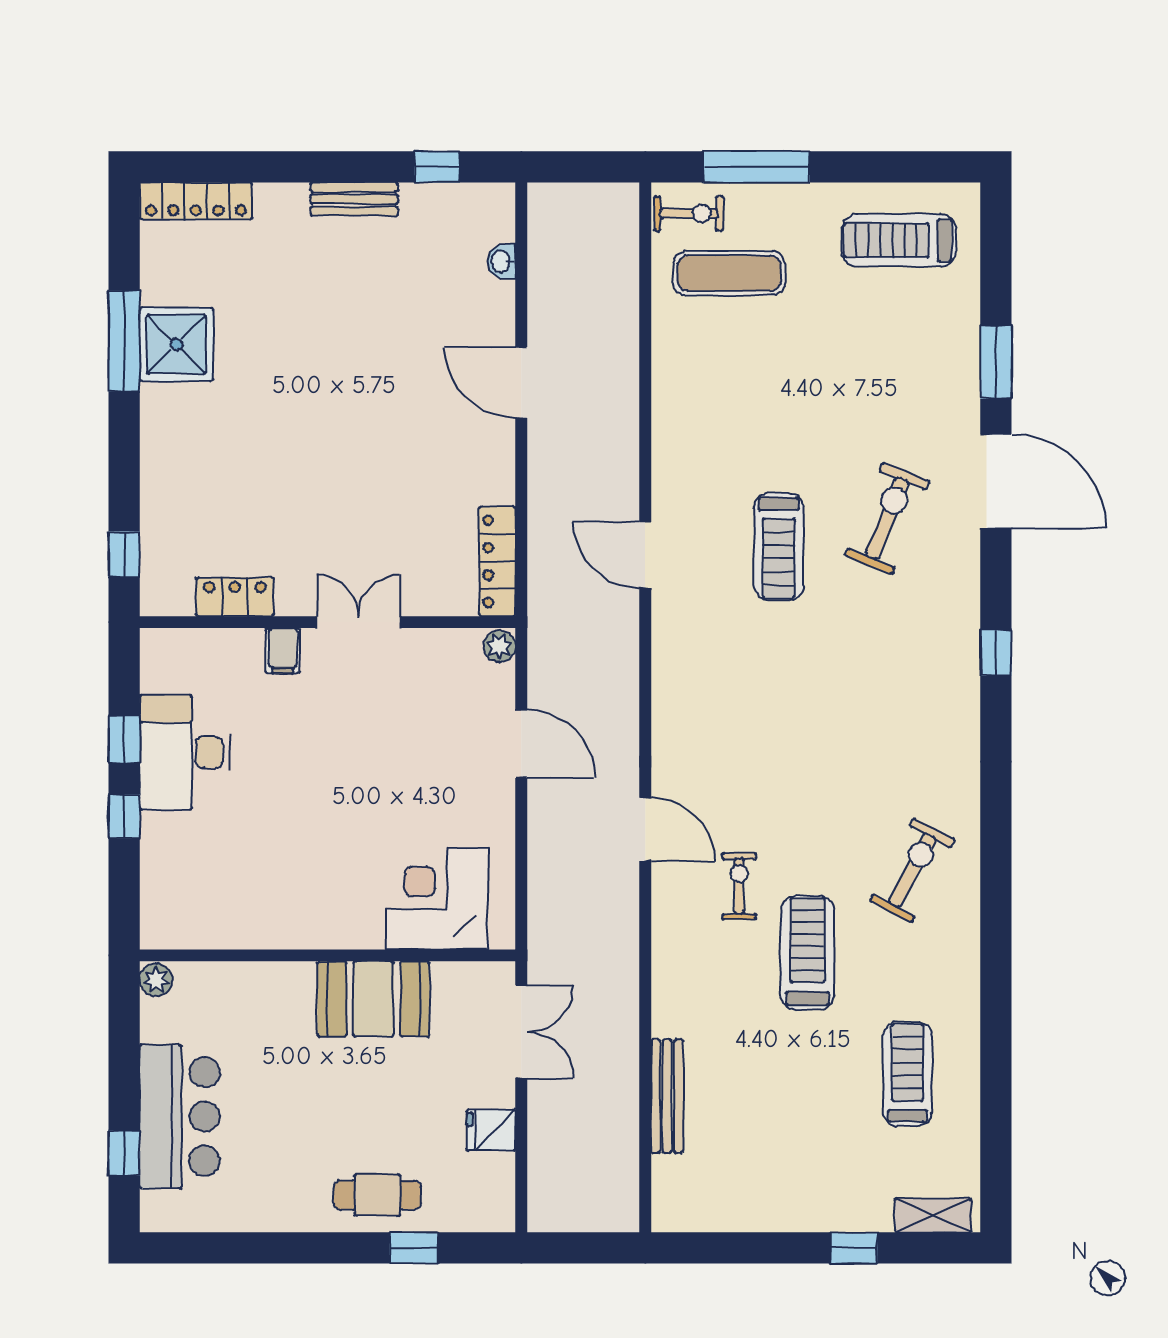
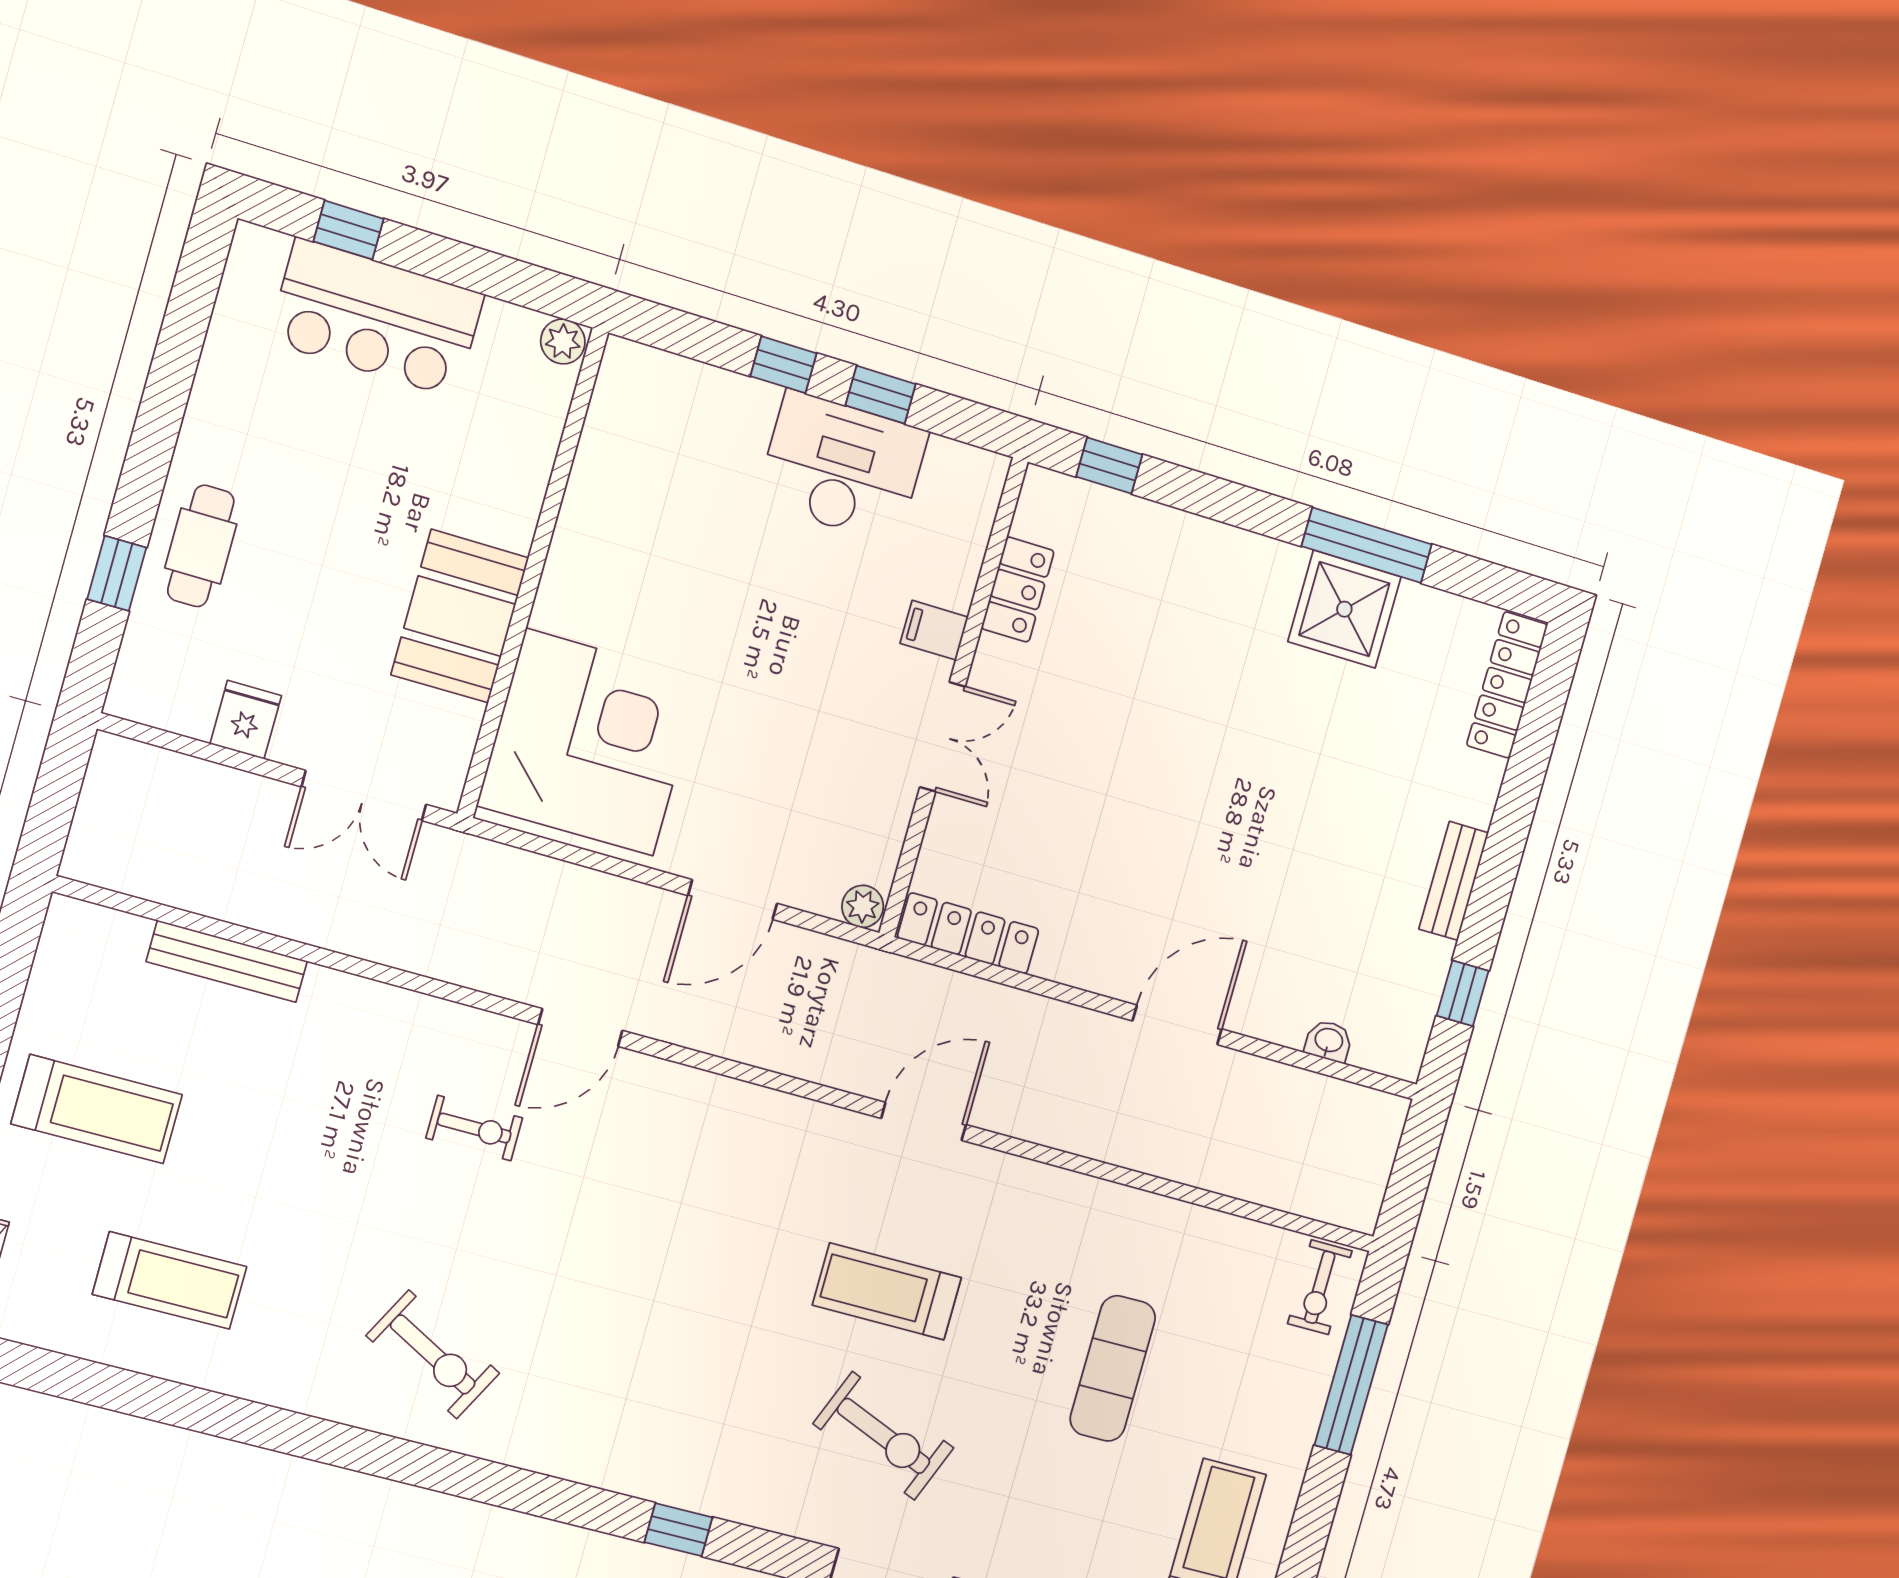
exercise mat: (729, 273) -> (1113, 1368), moved
corner desk: (437, 899) -> (590, 742), width x1.36, depth x1.36
treadmill: (807, 953) -> (97, 1109), moved

